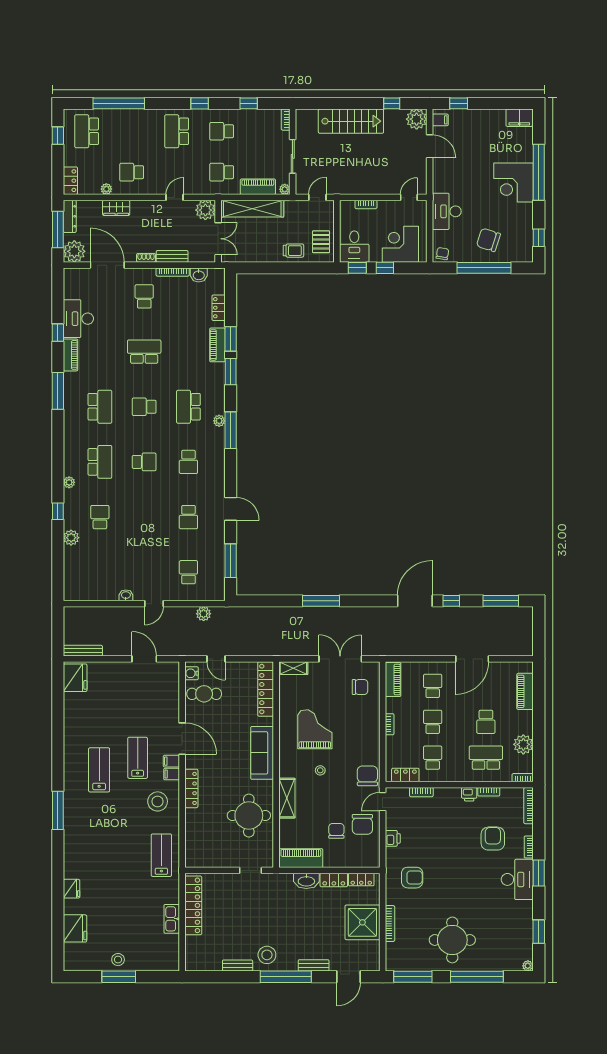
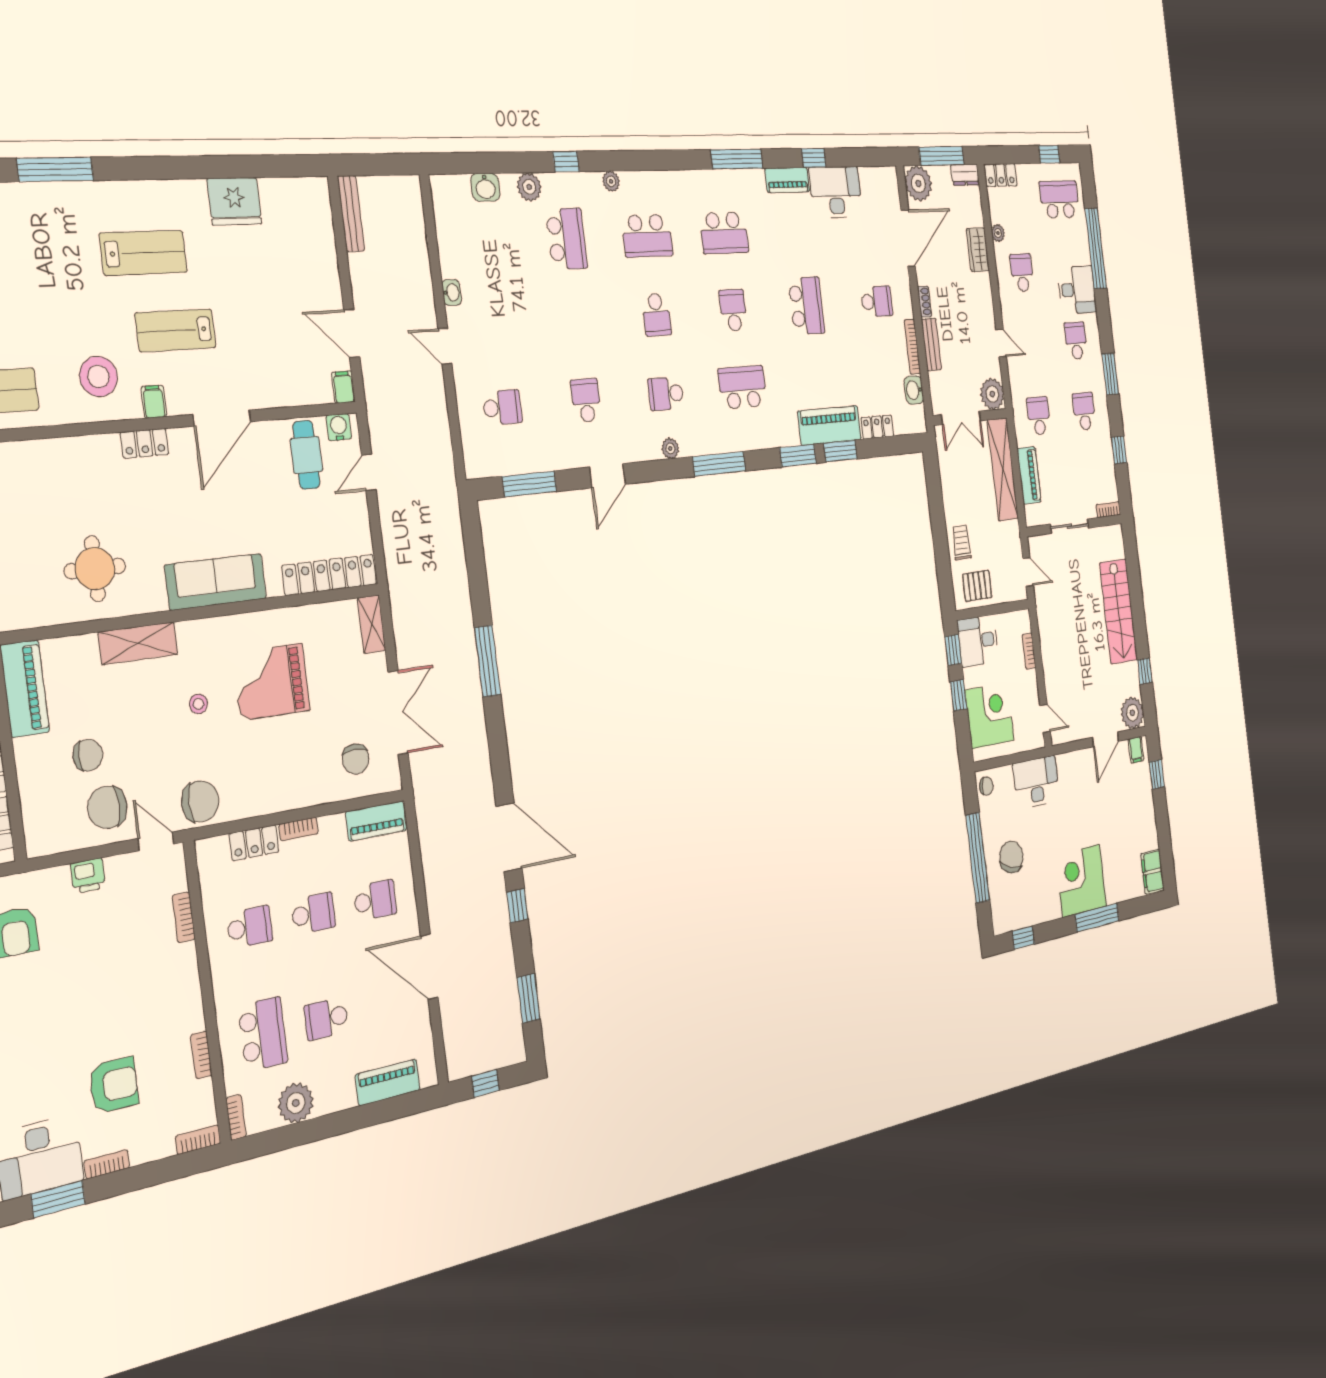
window: (200, 103) -> (1110, 374), width x1.50
desk: (144, 125) -> (1077, 290), added
school desk: (177, 131) -> (1076, 341), width x0.54
window: (539, 172) -> (1097, 918), width x0.68
plant: (285, 189) -> (1031, 518), removed
dresser: (70, 216) -> (965, 175), width x0.70
trolley: (293, 251) -> (961, 542), turned 180
piano: (217, 345) -> (829, 425), width x1.37, depth x1.33
plant: (219, 421) -> (670, 449), moved
school desk: (100, 517) -> (567, 239), width x1.85
school desk: (188, 517) -> (586, 400), turned 90
washbasin: (71, 566) -> (485, 187), added
window: (501, 601) -> (529, 998), width x0.69
plant: (204, 614) -> (440, 441), removed
window: (539, 634) -> (485, 1083), added
door: (144, 659) -> (352, 333), swing flipped
fridge: (75, 678) -> (234, 201), moved
grand piano: (315, 729) -> (272, 682), turned 180
lab bench: (138, 758) -> (176, 330), turned 180
filing cabinet: (171, 761) -> (343, 387), moved
locker: (405, 775) -> (254, 843), moved, turned 90
locker: (191, 788) -> (145, 443), width x0.66
printer: (469, 794) -> (192, 1016), removed
bookcase: (529, 806) -> (198, 1140), width x0.64
round table: (249, 816) -> (95, 569), width x0.73, depth x0.73

